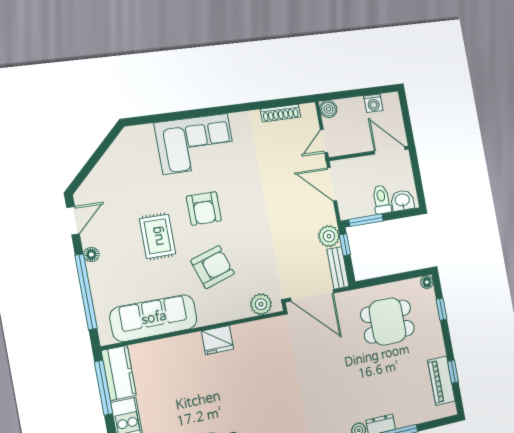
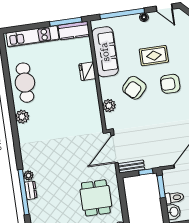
plant: (329, 236) -> (152, 162), removed
armchair: (213, 267) -> (134, 88), turned 62
plant: (261, 304) -> (109, 106), moved
fridge: (217, 340) -> (87, 71), moved

